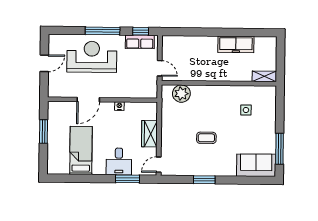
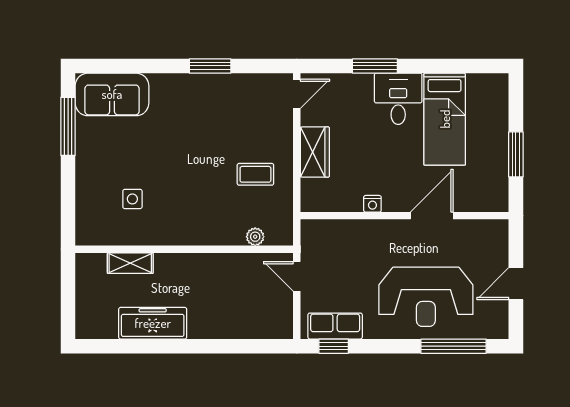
window: (103, 31) -> (454, 346), moved
shelving: (264, 76) -> (130, 263), moved
plant: (181, 94) -> (255, 237), width x0.53, depth x0.53
coffee table: (206, 138) -> (255, 174), moved
desk: (119, 162) -> (398, 99), moved
window: (128, 179) -> (375, 66), moved

